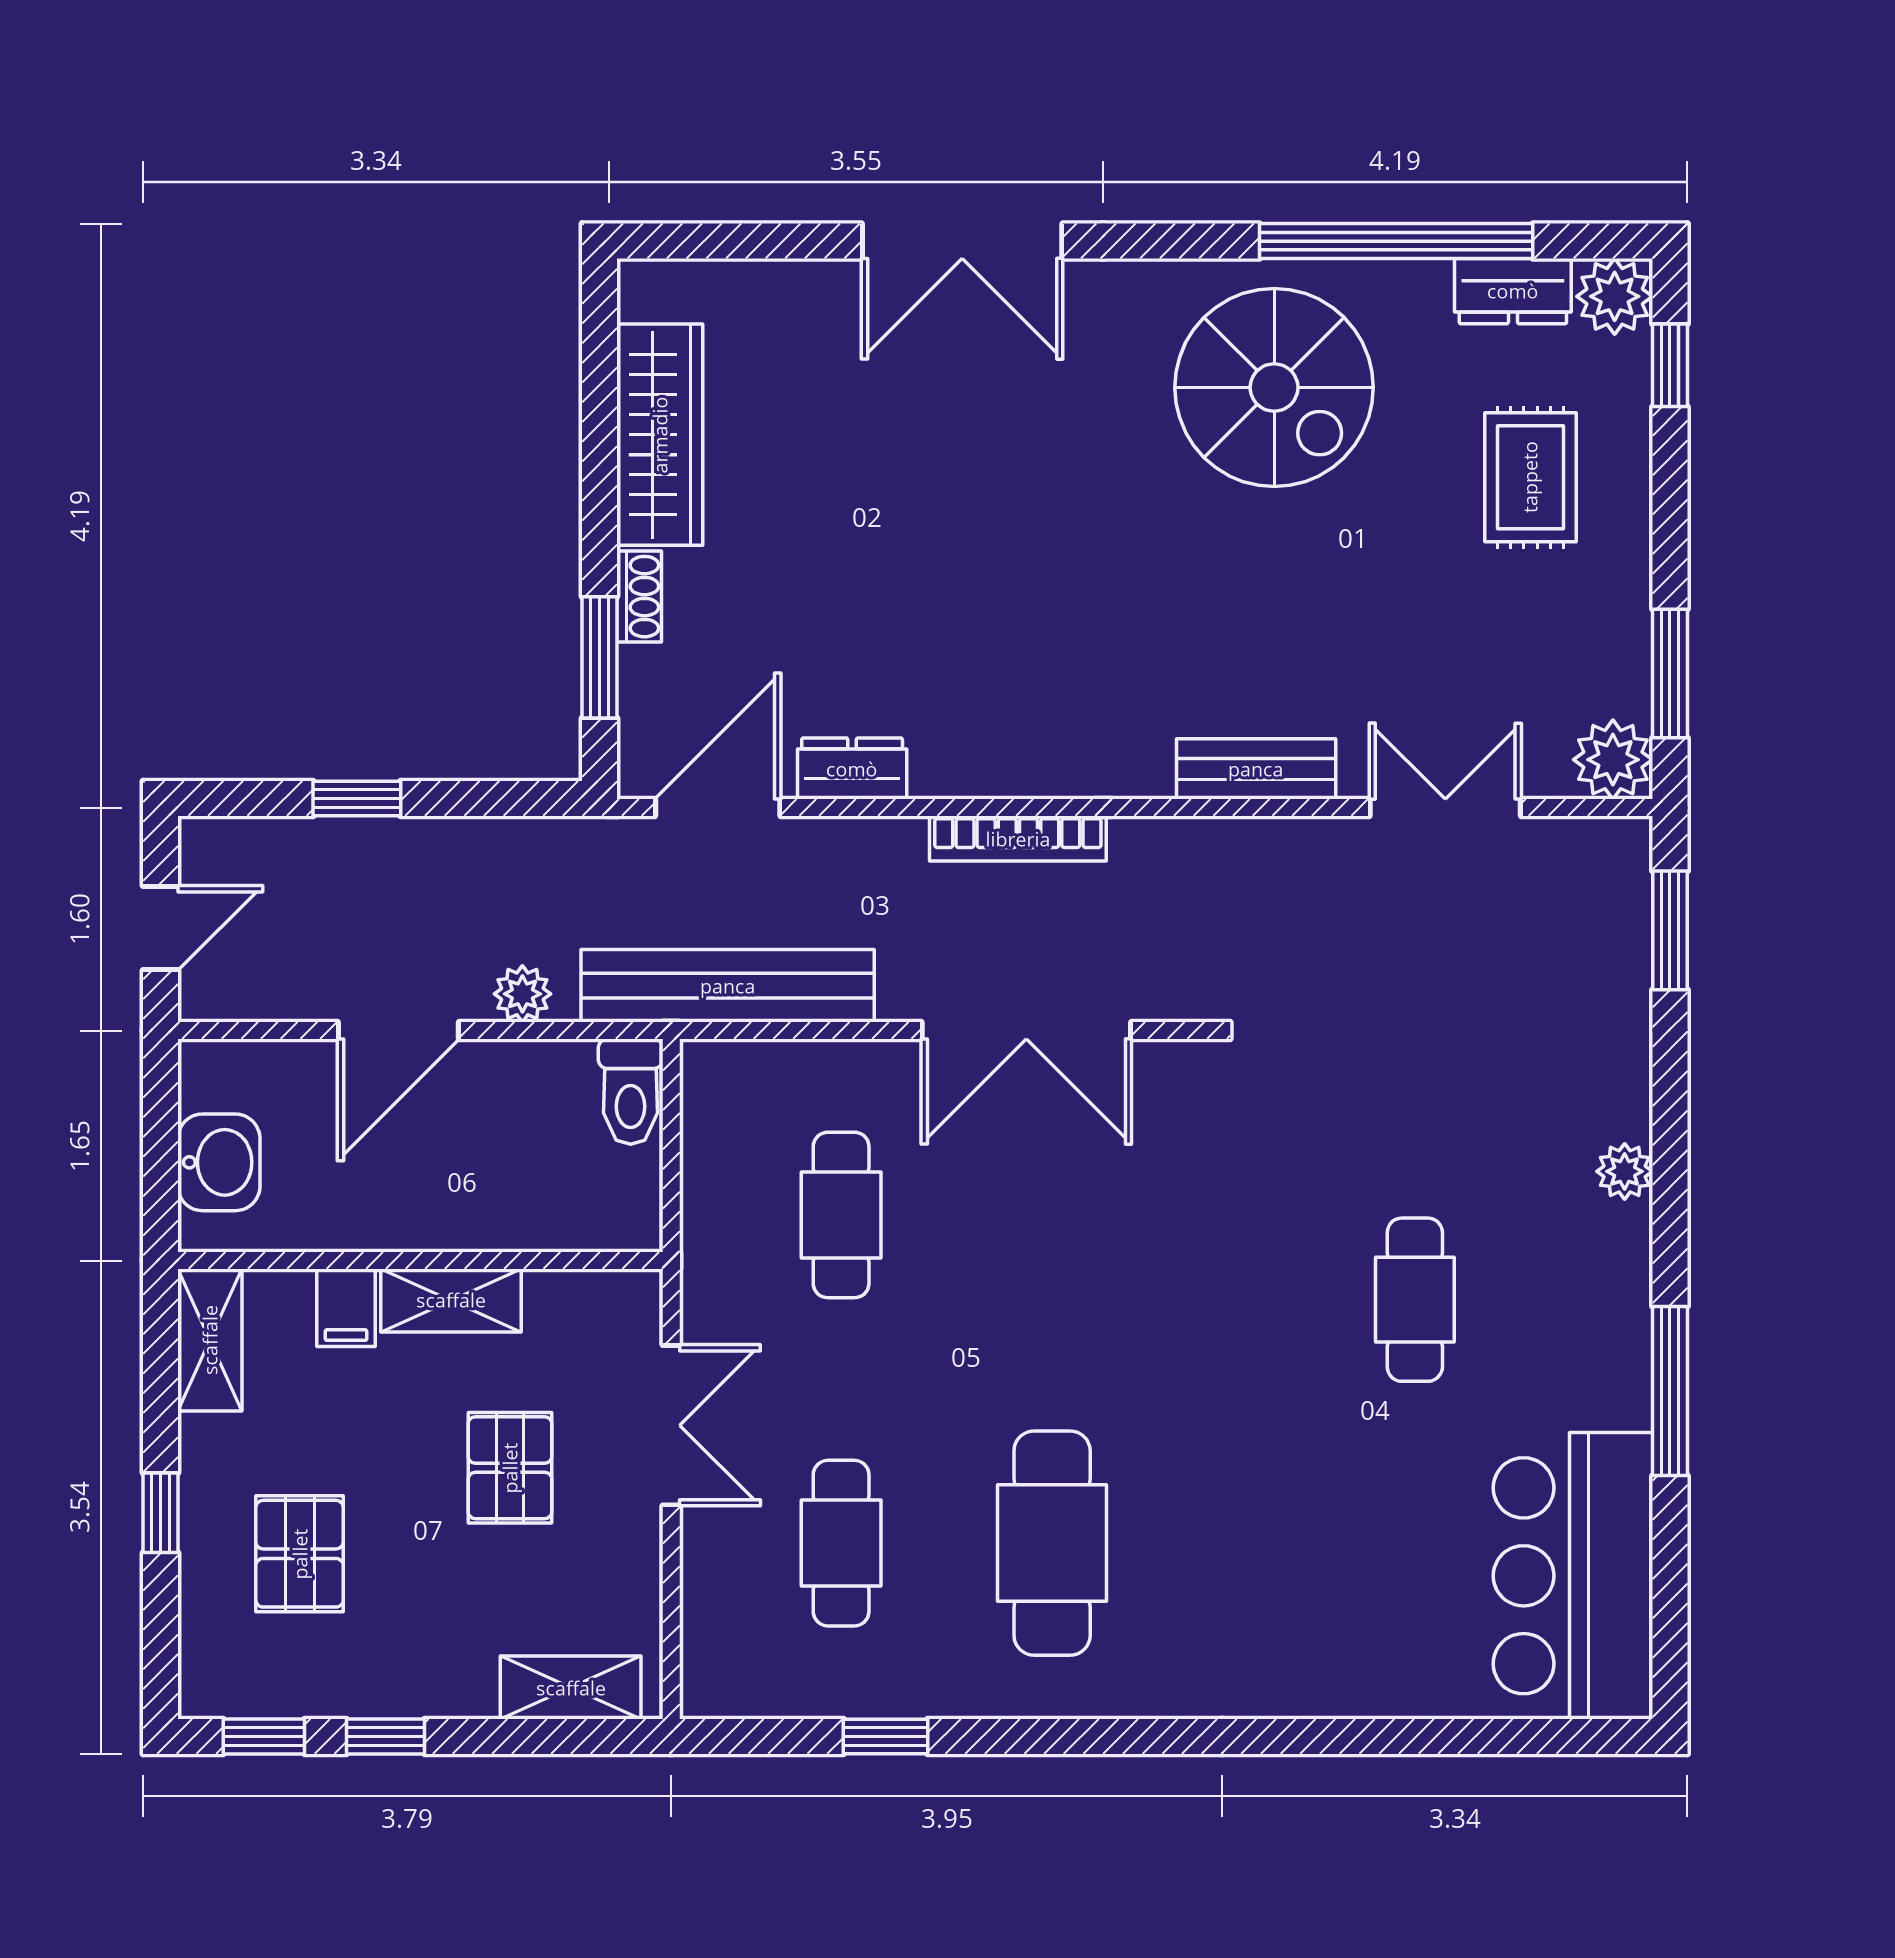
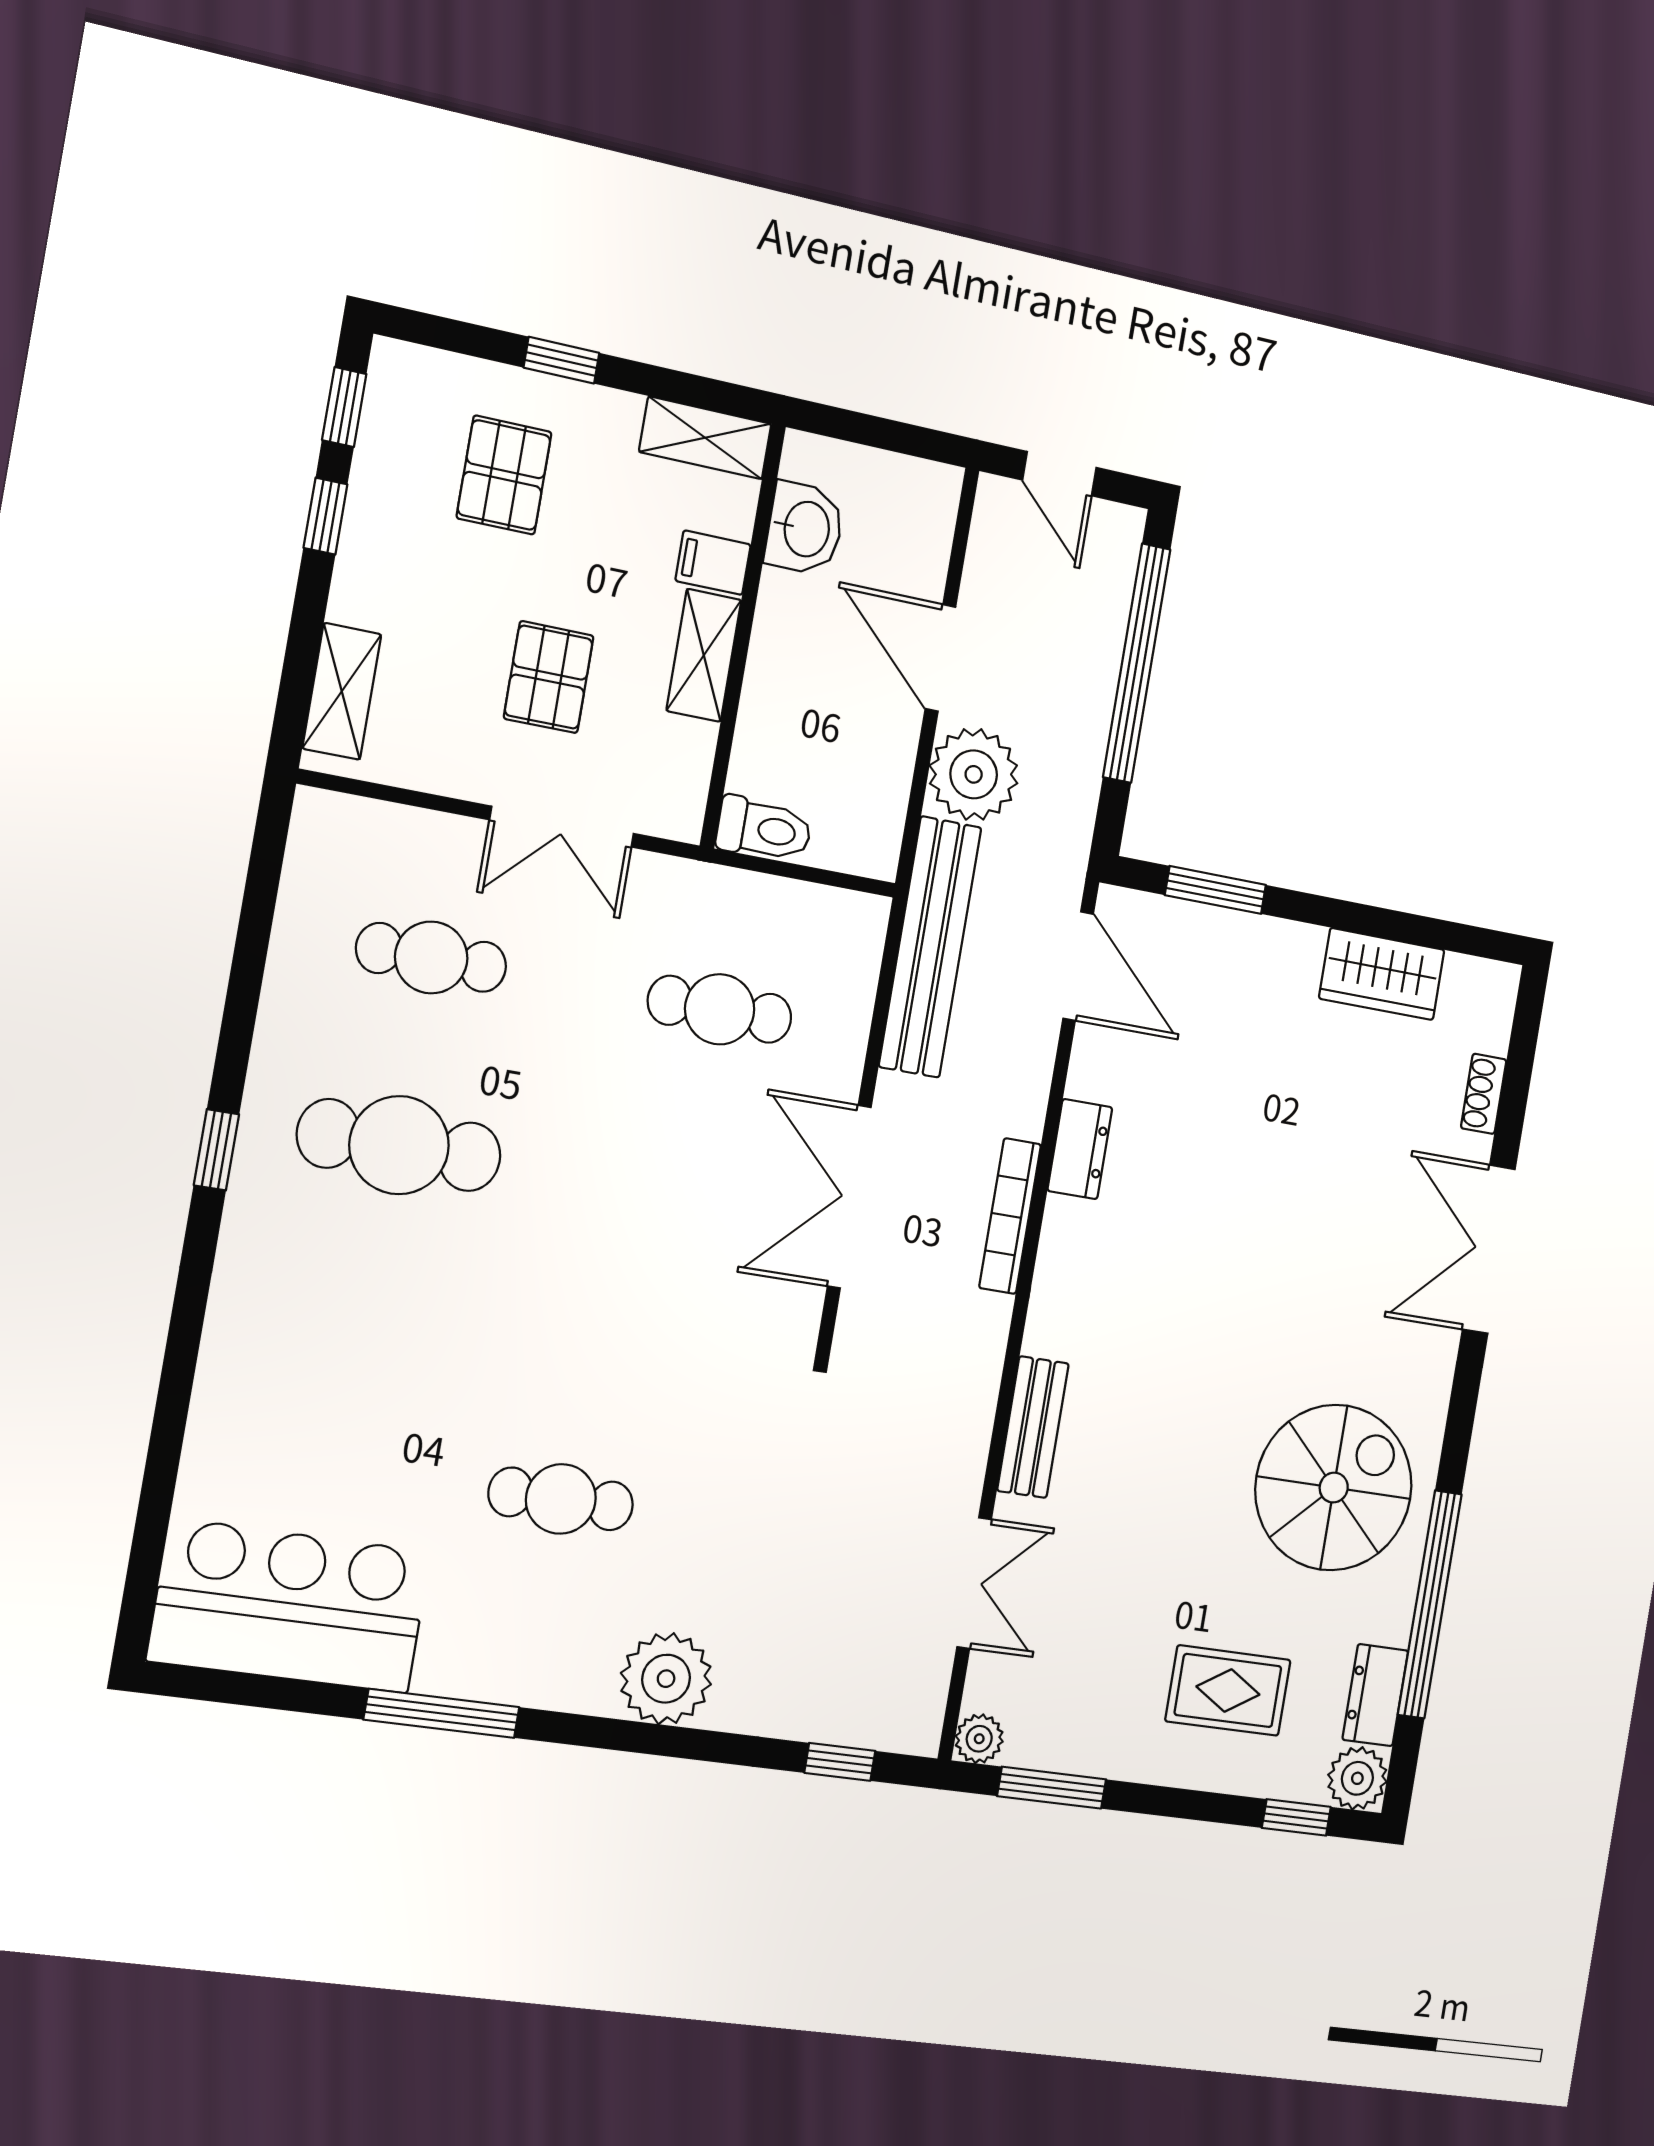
spiral stairs: (1274, 387) -> (1334, 1488), turned 180
wardrobe: (660, 435) -> (1382, 974), width x0.67
shoe rack: (639, 597) -> (1484, 1094), moved, turned 90
plant: (1613, 760) -> (979, 1739), width x0.73, depth x0.73
dresser: (852, 769) -> (1080, 1149), moved
window: (357, 799) -> (1137, 663), width x3.17
window: (1670, 930) -> (840, 1762), width x0.67
plant: (522, 994) -> (974, 774), width x1.87, depth x1.87
toilet: (631, 1092) -> (764, 829), moved, turned 180
washbasin: (219, 1162) -> (805, 529), moved, turned -90
plant: (1625, 1171) -> (666, 1679), width x1.87, depth x1.87
pallet: (510, 1468) -> (549, 677), turned 90
pallet: (300, 1554) -> (504, 475), turned 90
window: (886, 1737) -> (216, 1150), moved

